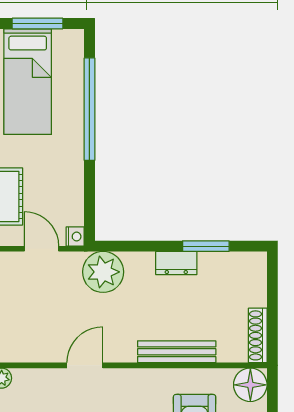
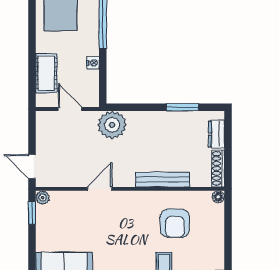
nightstand: (75, 237) -> (93, 63), moved
dresser: (176, 263) -> (216, 134), moved, turned 90
floor lamp: (250, 385) -> (218, 197), width x0.53, depth x0.53

